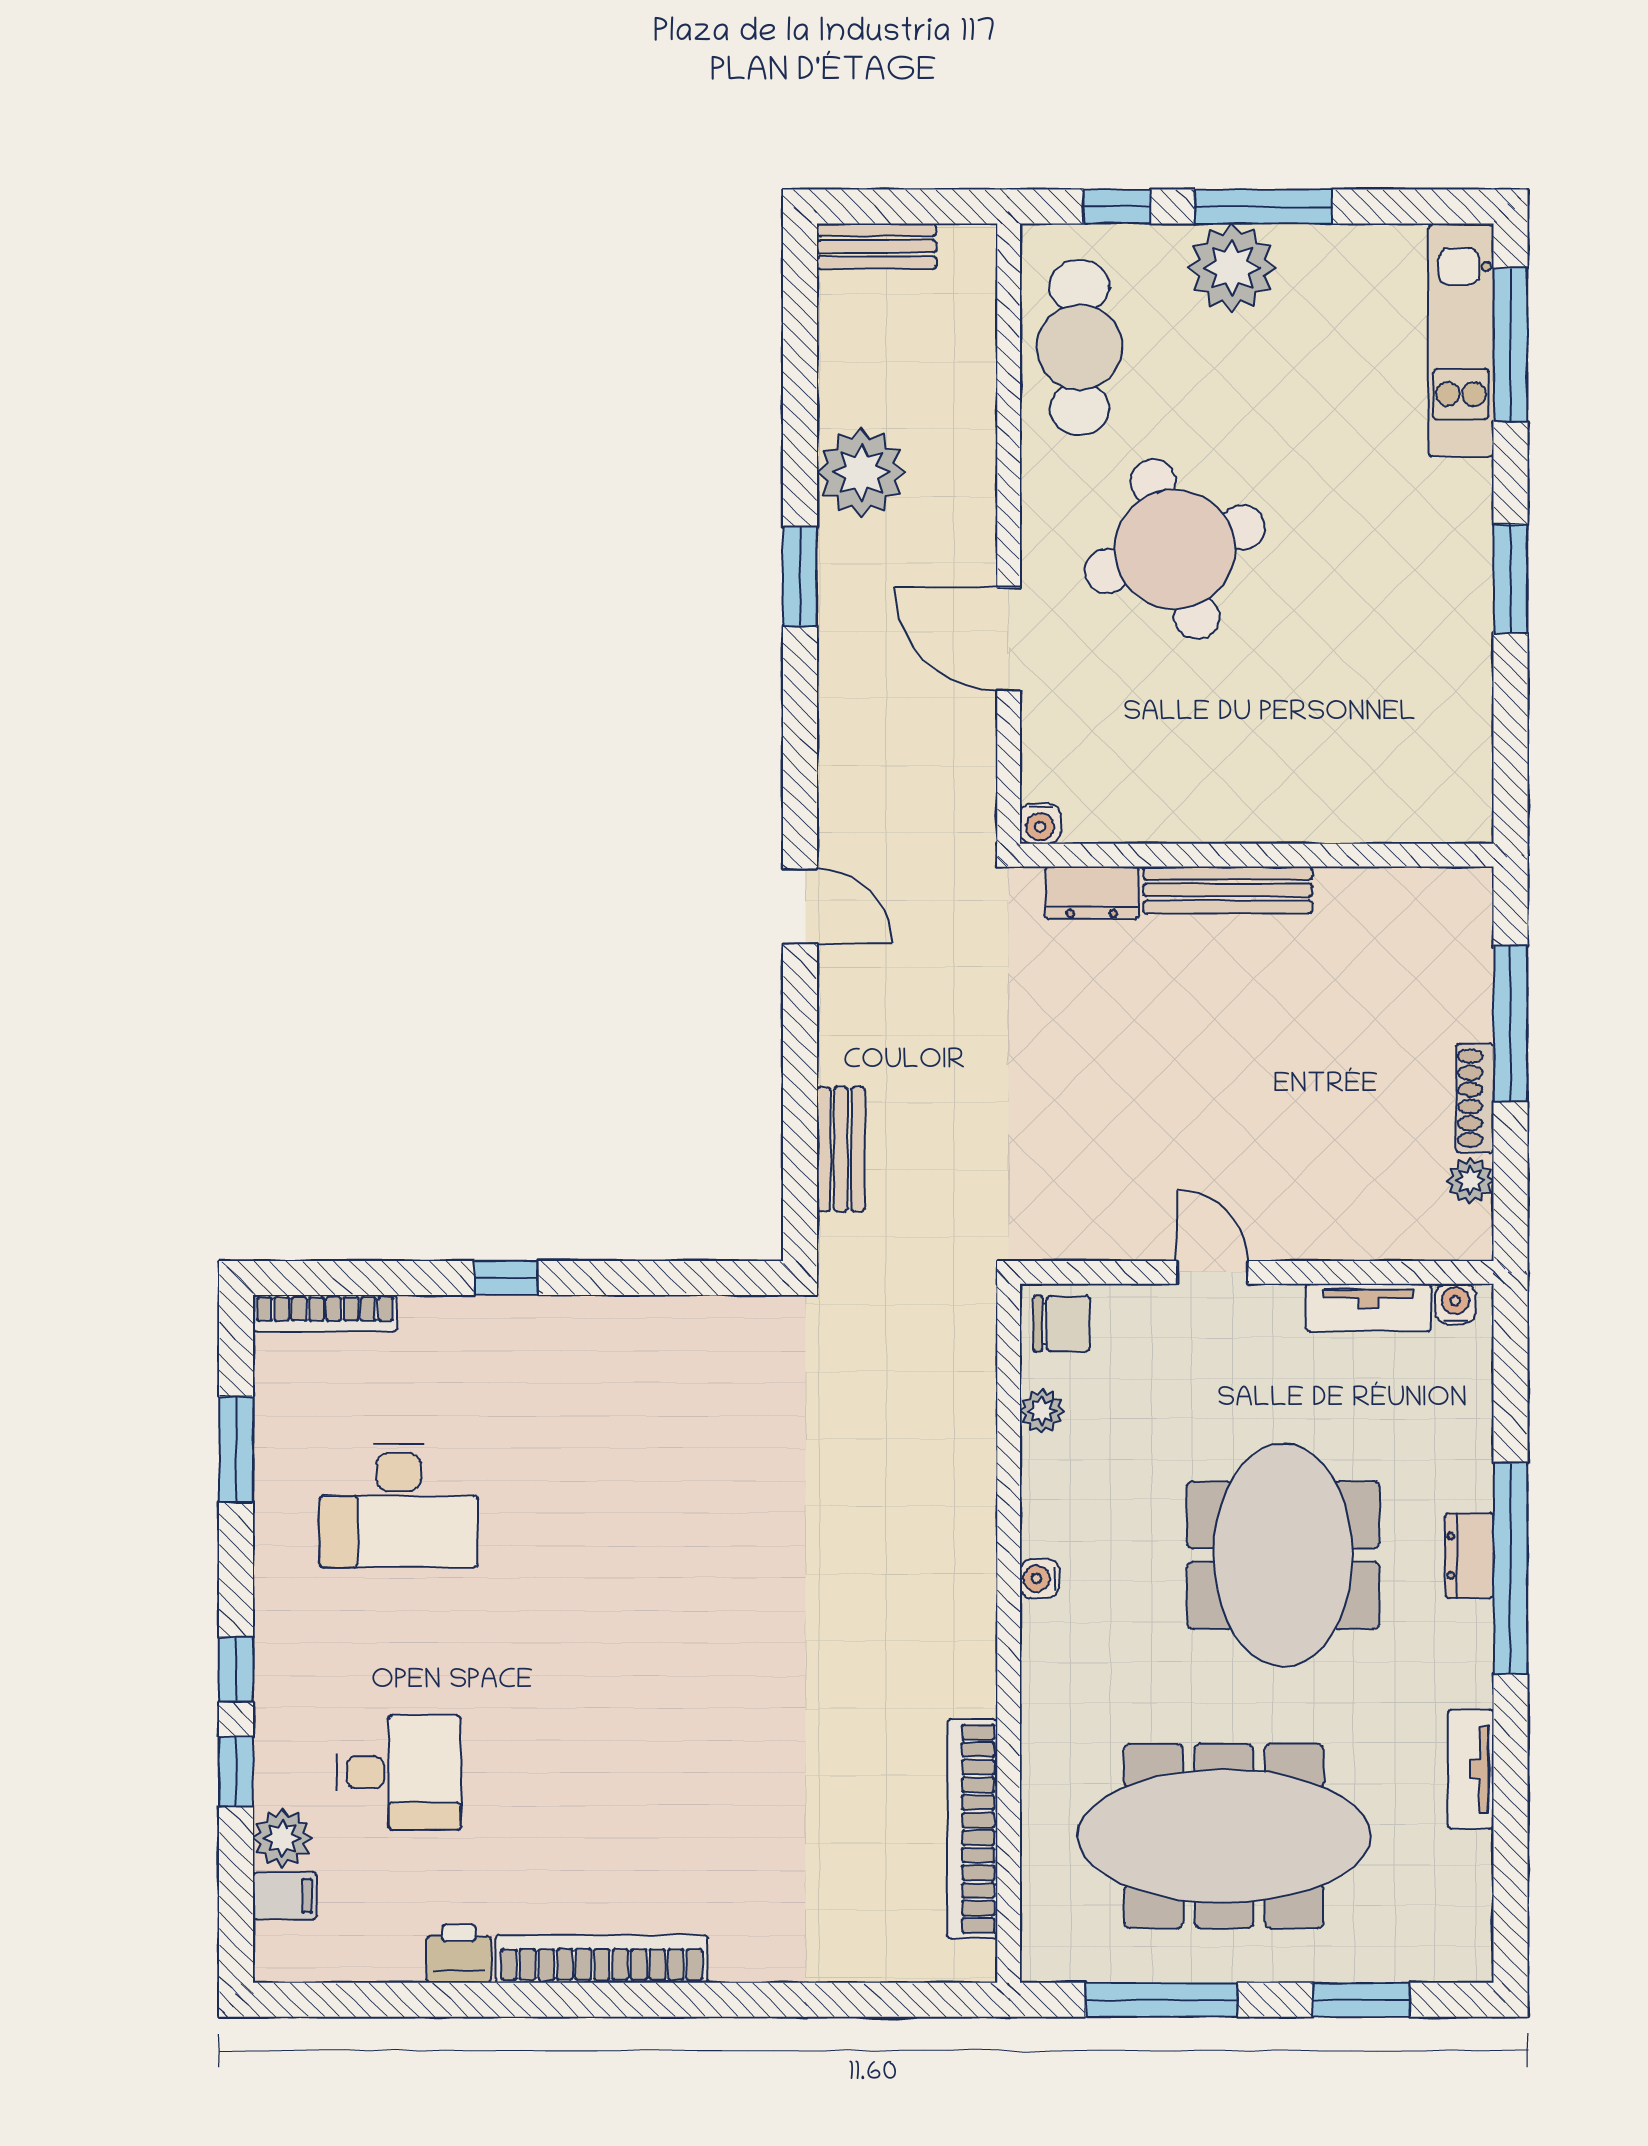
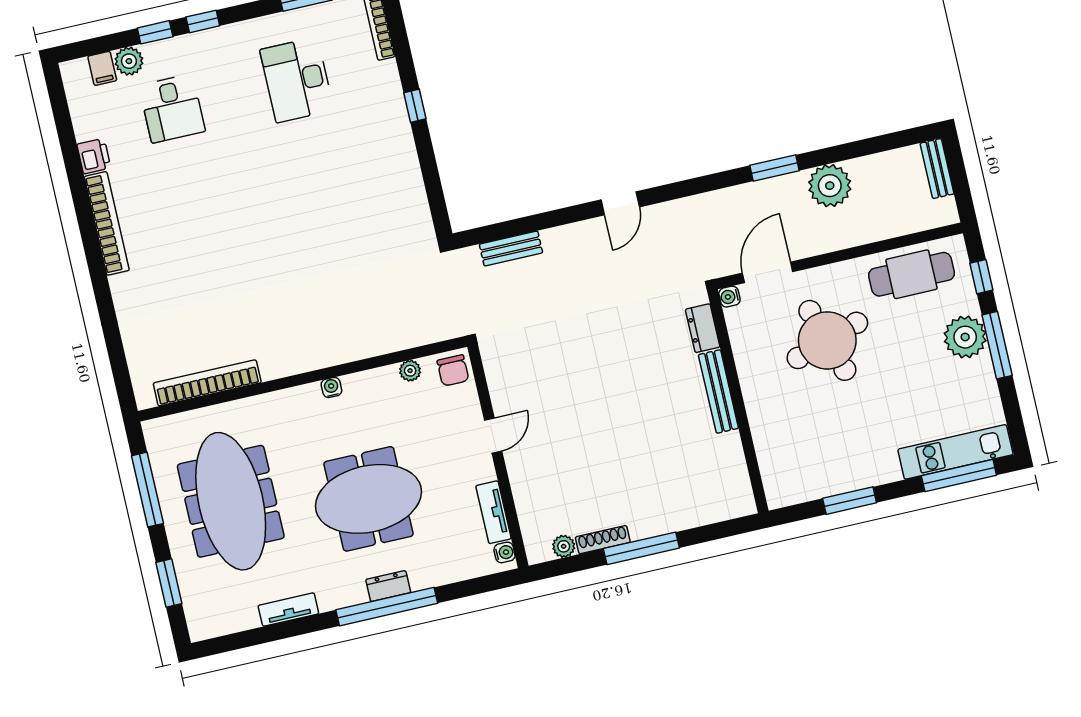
water cooler: (1040, 824) -> (729, 297), moved
wall: (1257, 855) -> (738, 401), moved
bench: (1228, 890) -> (718, 391), moved
dresser: (1092, 893) -> (703, 328), moved

